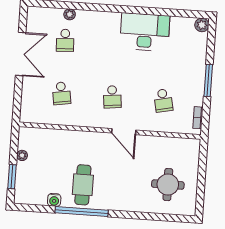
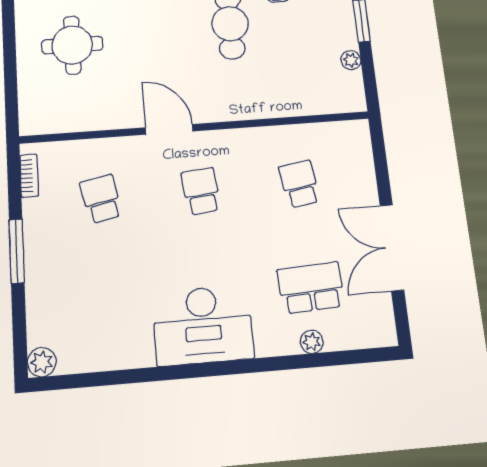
desk: (145, 32) -> (203, 325), moved
school desk: (65, 40) -> (311, 288), width x1.85

